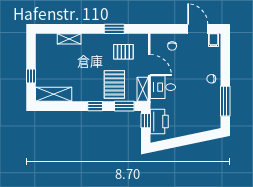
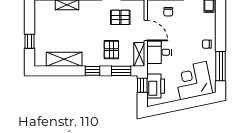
pallet: (114, 84) -> (111, 50), width x0.67, depth x0.71
shelving: (54, 94) -> (64, 59), moved
corner desk: (198, 116) -> (193, 81), added

